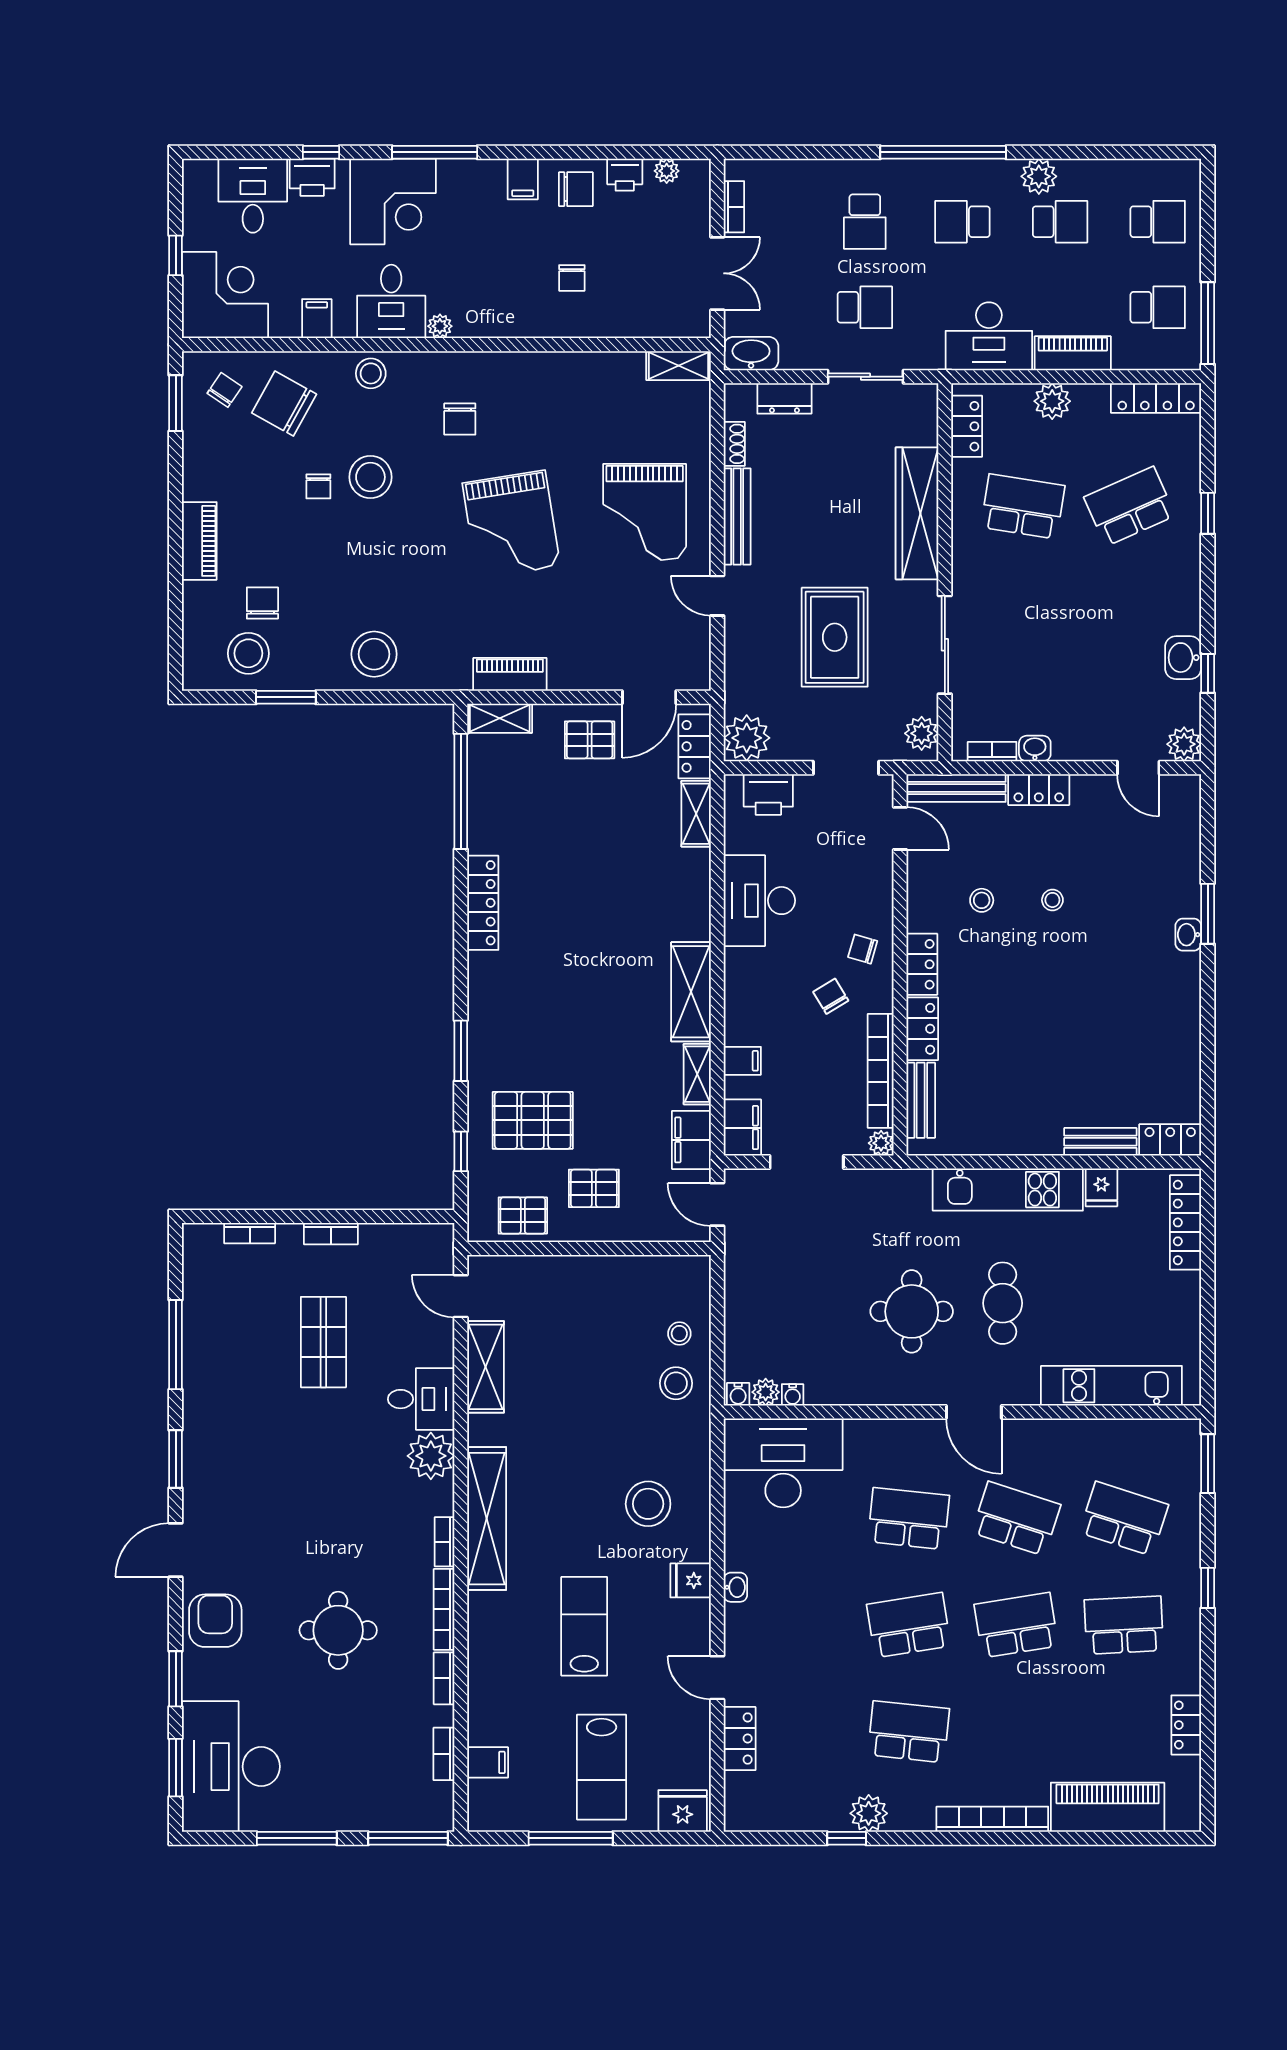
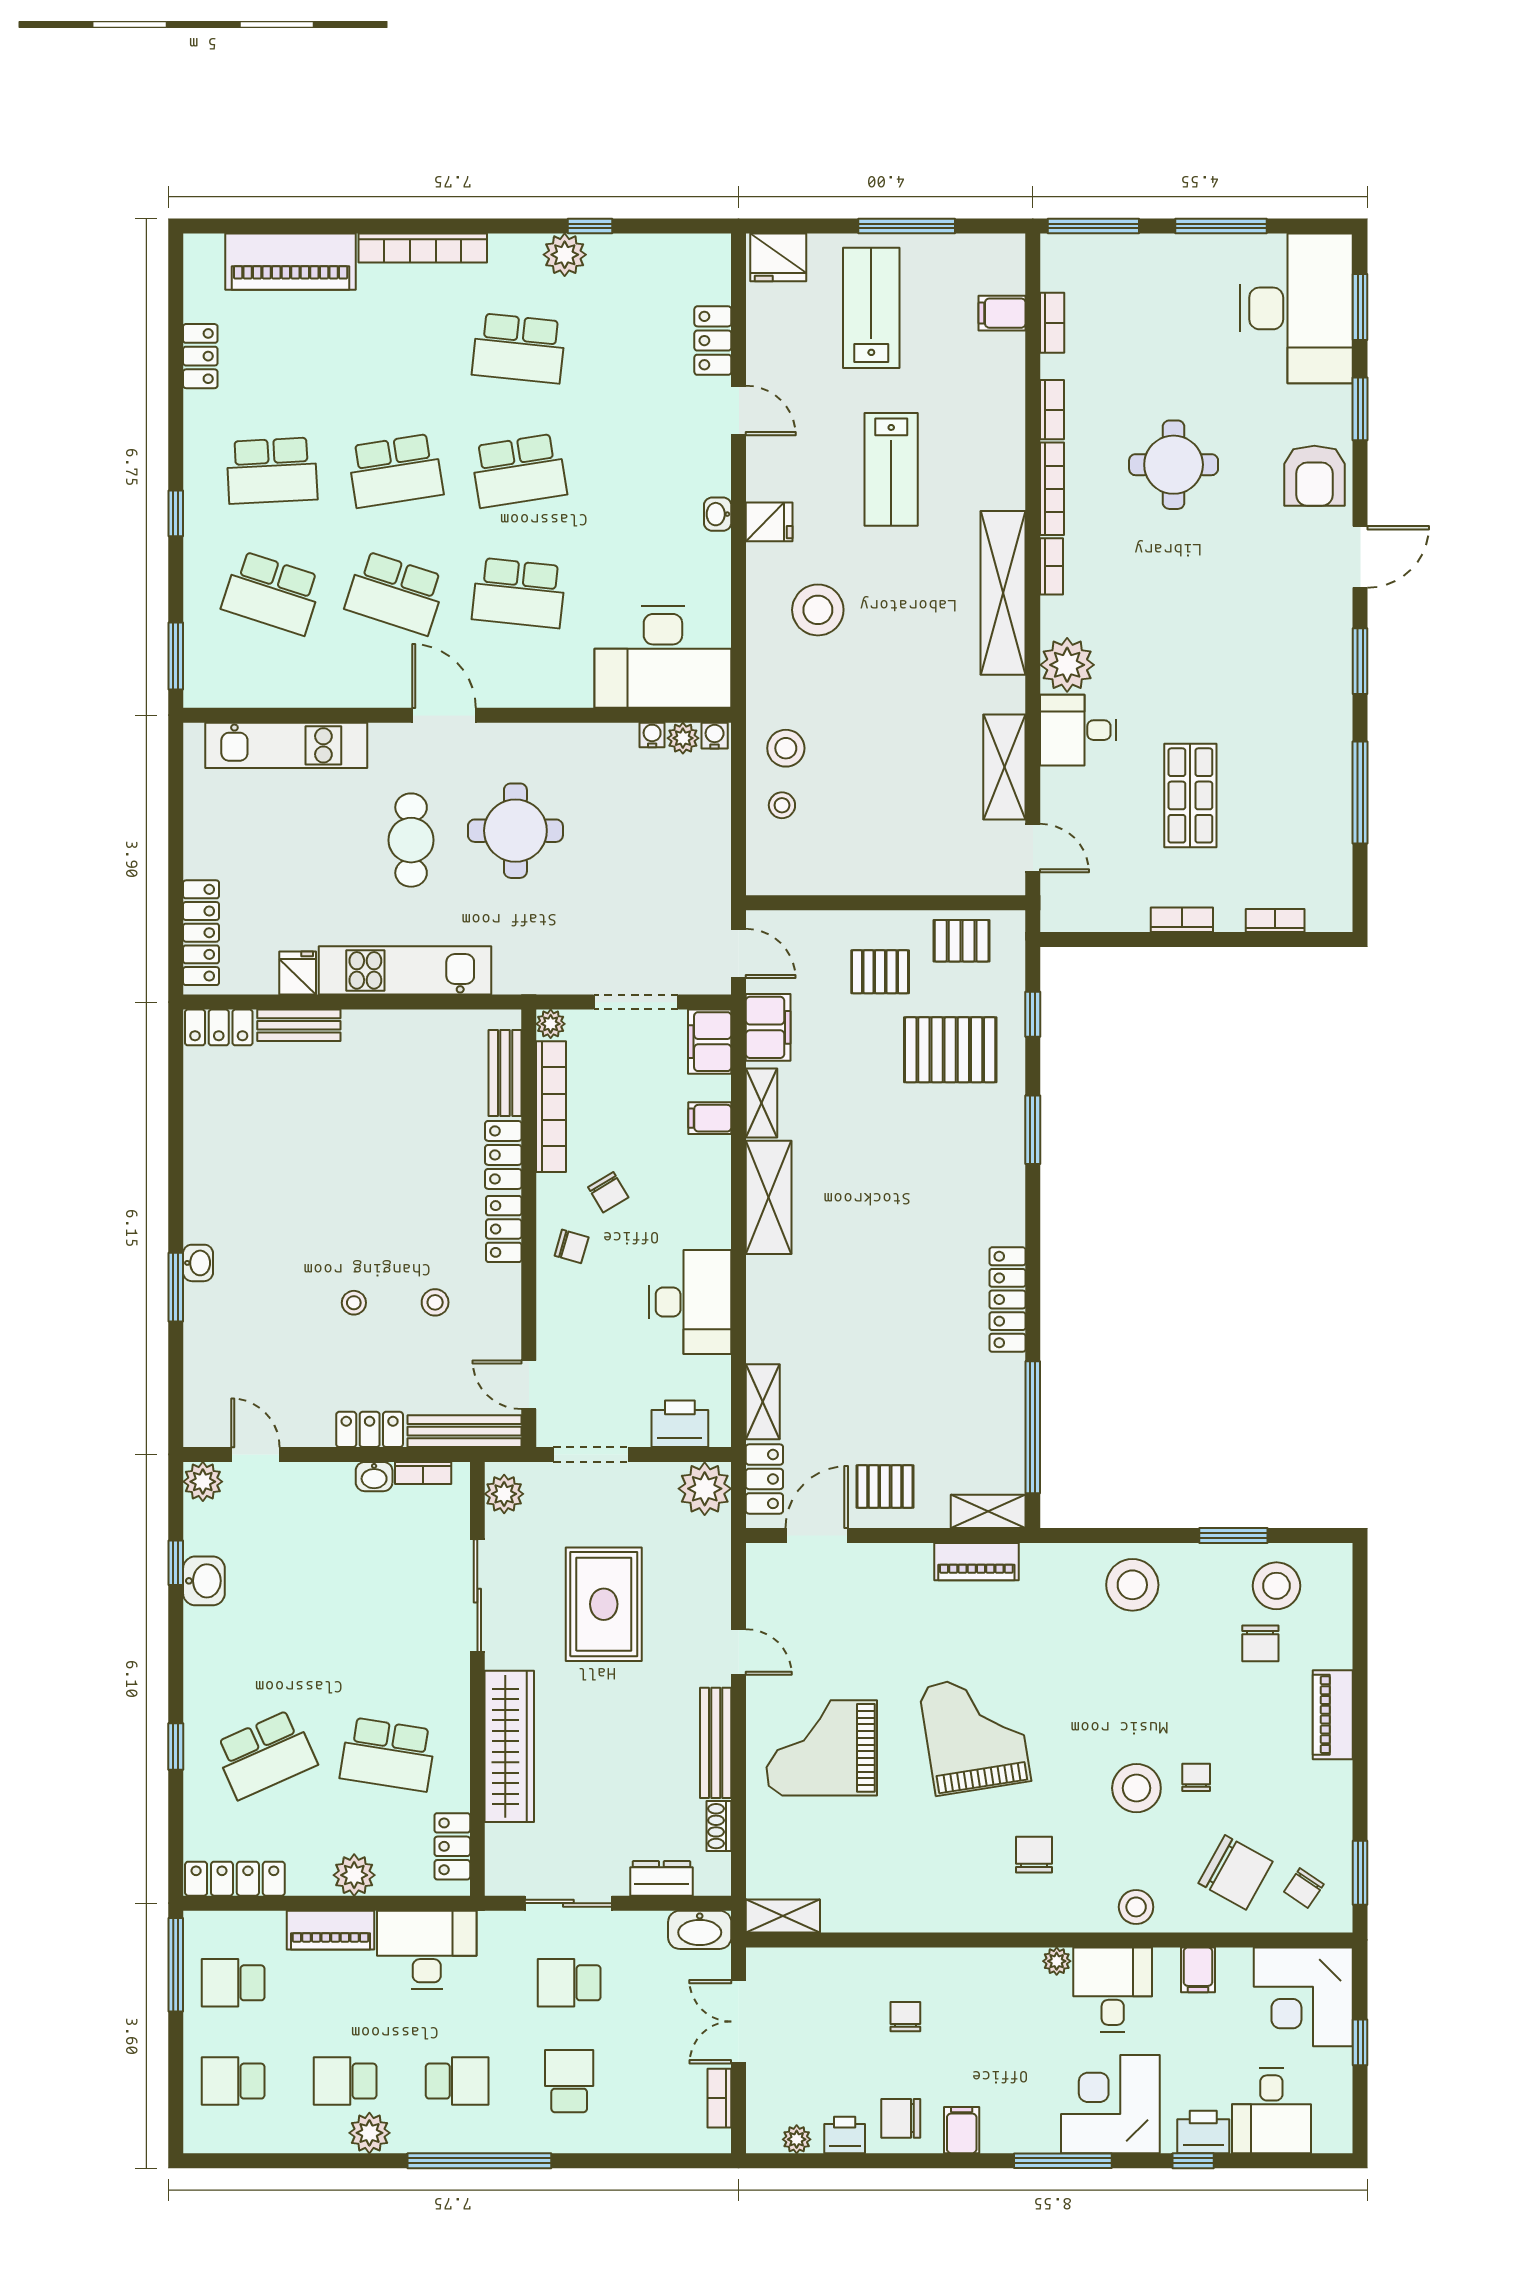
grand piano: (645, 512) -> (822, 1748), turned -90

